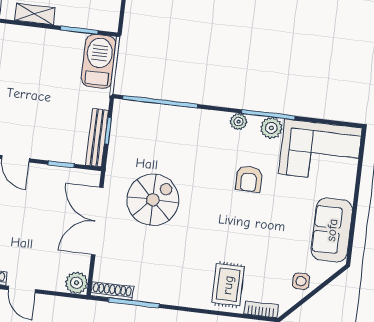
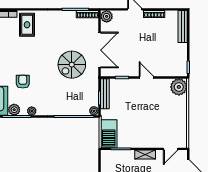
plant: (121, 108) -> (94, 111), added

